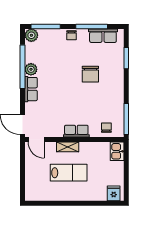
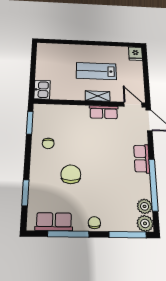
plant: (31, 69) -> (145, 206), moved
window: (126, 119) -> (30, 123), width x0.69
chair: (106, 128) -> (48, 143), moved
row of seats: (76, 131) -> (104, 112), moved
fridge: (114, 193) -> (136, 54), moved

